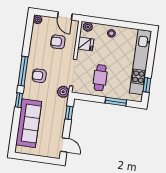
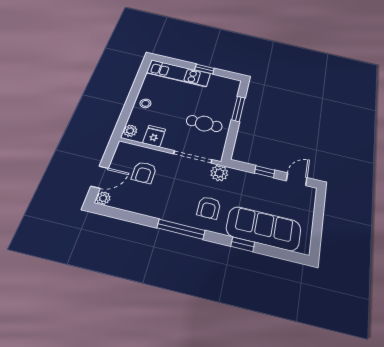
door: (65, 16) -> (100, 177), moved
kitchen unit: (141, 62) -> (179, 73), width x0.73
armchair: (39, 76) -> (209, 208), moved
window: (147, 85) -> (205, 69), moved
window: (19, 100) -> (243, 244), moved
window: (69, 113) -> (265, 172), moved

